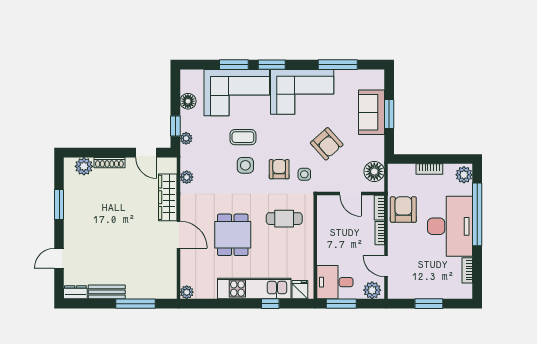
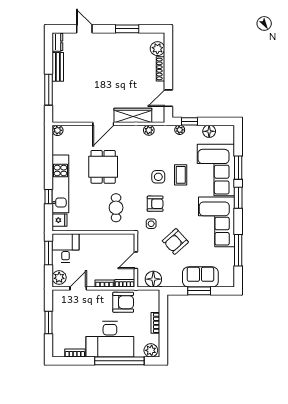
dining table: (233, 235) -> (103, 167), turned 90

